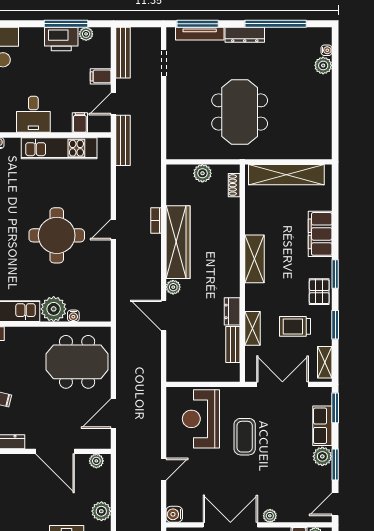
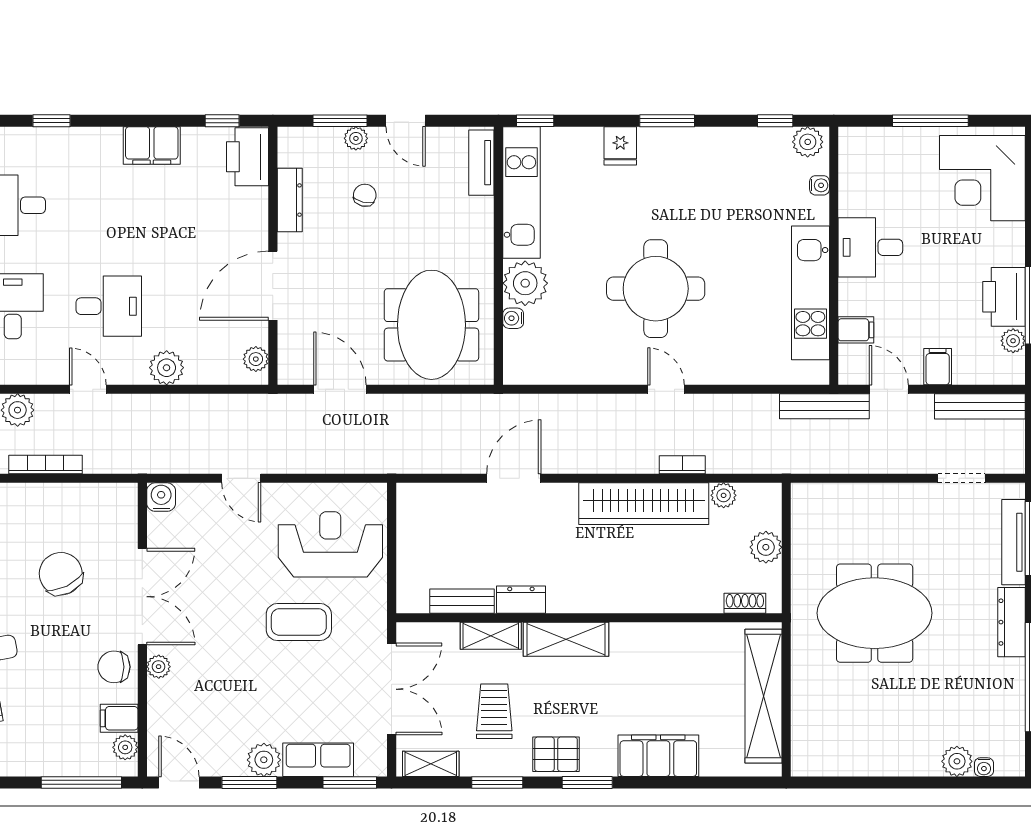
shelving: (254, 259) -> (566, 639), moved
plant: (173, 287) -> (724, 495), moved

